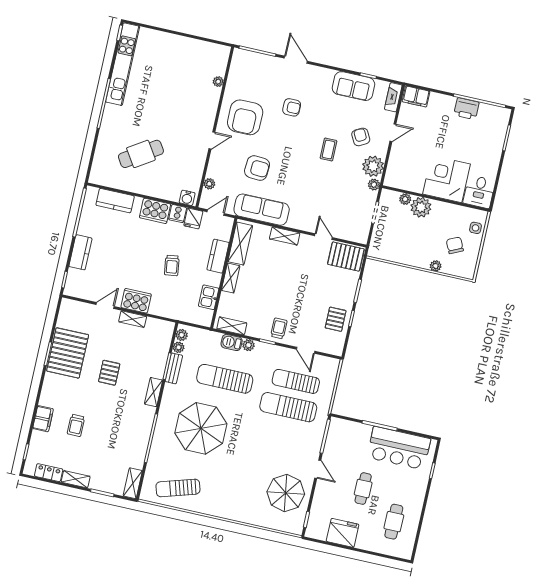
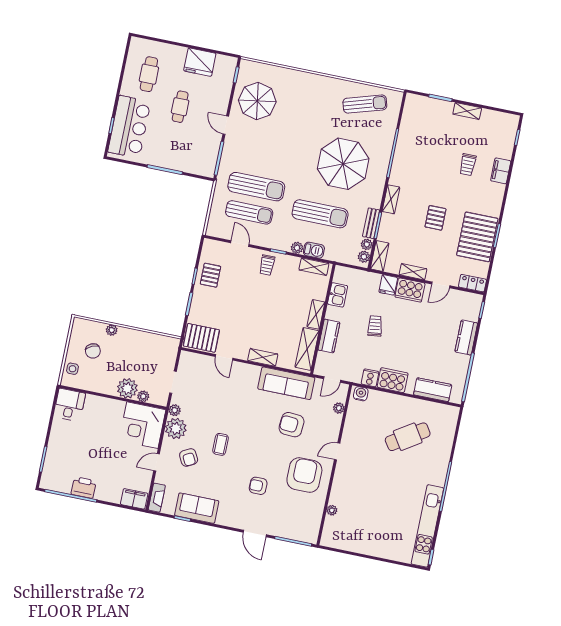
corner desk: (446, 179) -> (142, 425), moved, turned 90
fridge: (193, 218) -> (388, 285), moved, turned 180
trolley: (76, 425) -> (468, 165), turned 180
bar counter: (399, 448) -> (129, 127), moved, turned 90
locker: (49, 473) -> (472, 283), moved, turned 180
shelving: (133, 483) -> (380, 256), moved

